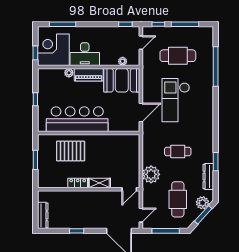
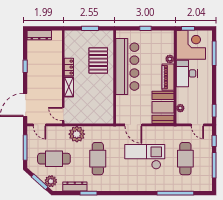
cafe table: (178, 151) -> (98, 159), width x1.37, depth x1.35

